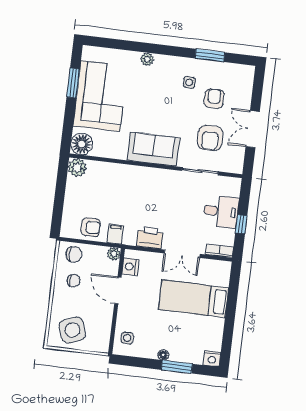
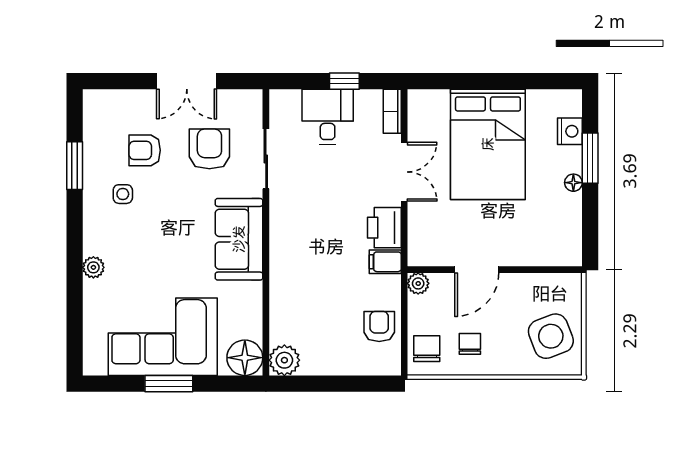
window: (73, 83) -> (169, 384), moved
armchair: (210, 138) -> (209, 149), turned -90
filing cabinet: (115, 234) -> (385, 262), moved
nightstand: (130, 267) -> (436, 254), removed
bed: (194, 299) -> (488, 144), width x1.50
side table: (127, 338) -> (553, 245), removed
nightstand: (212, 359) -> (570, 131), moved

